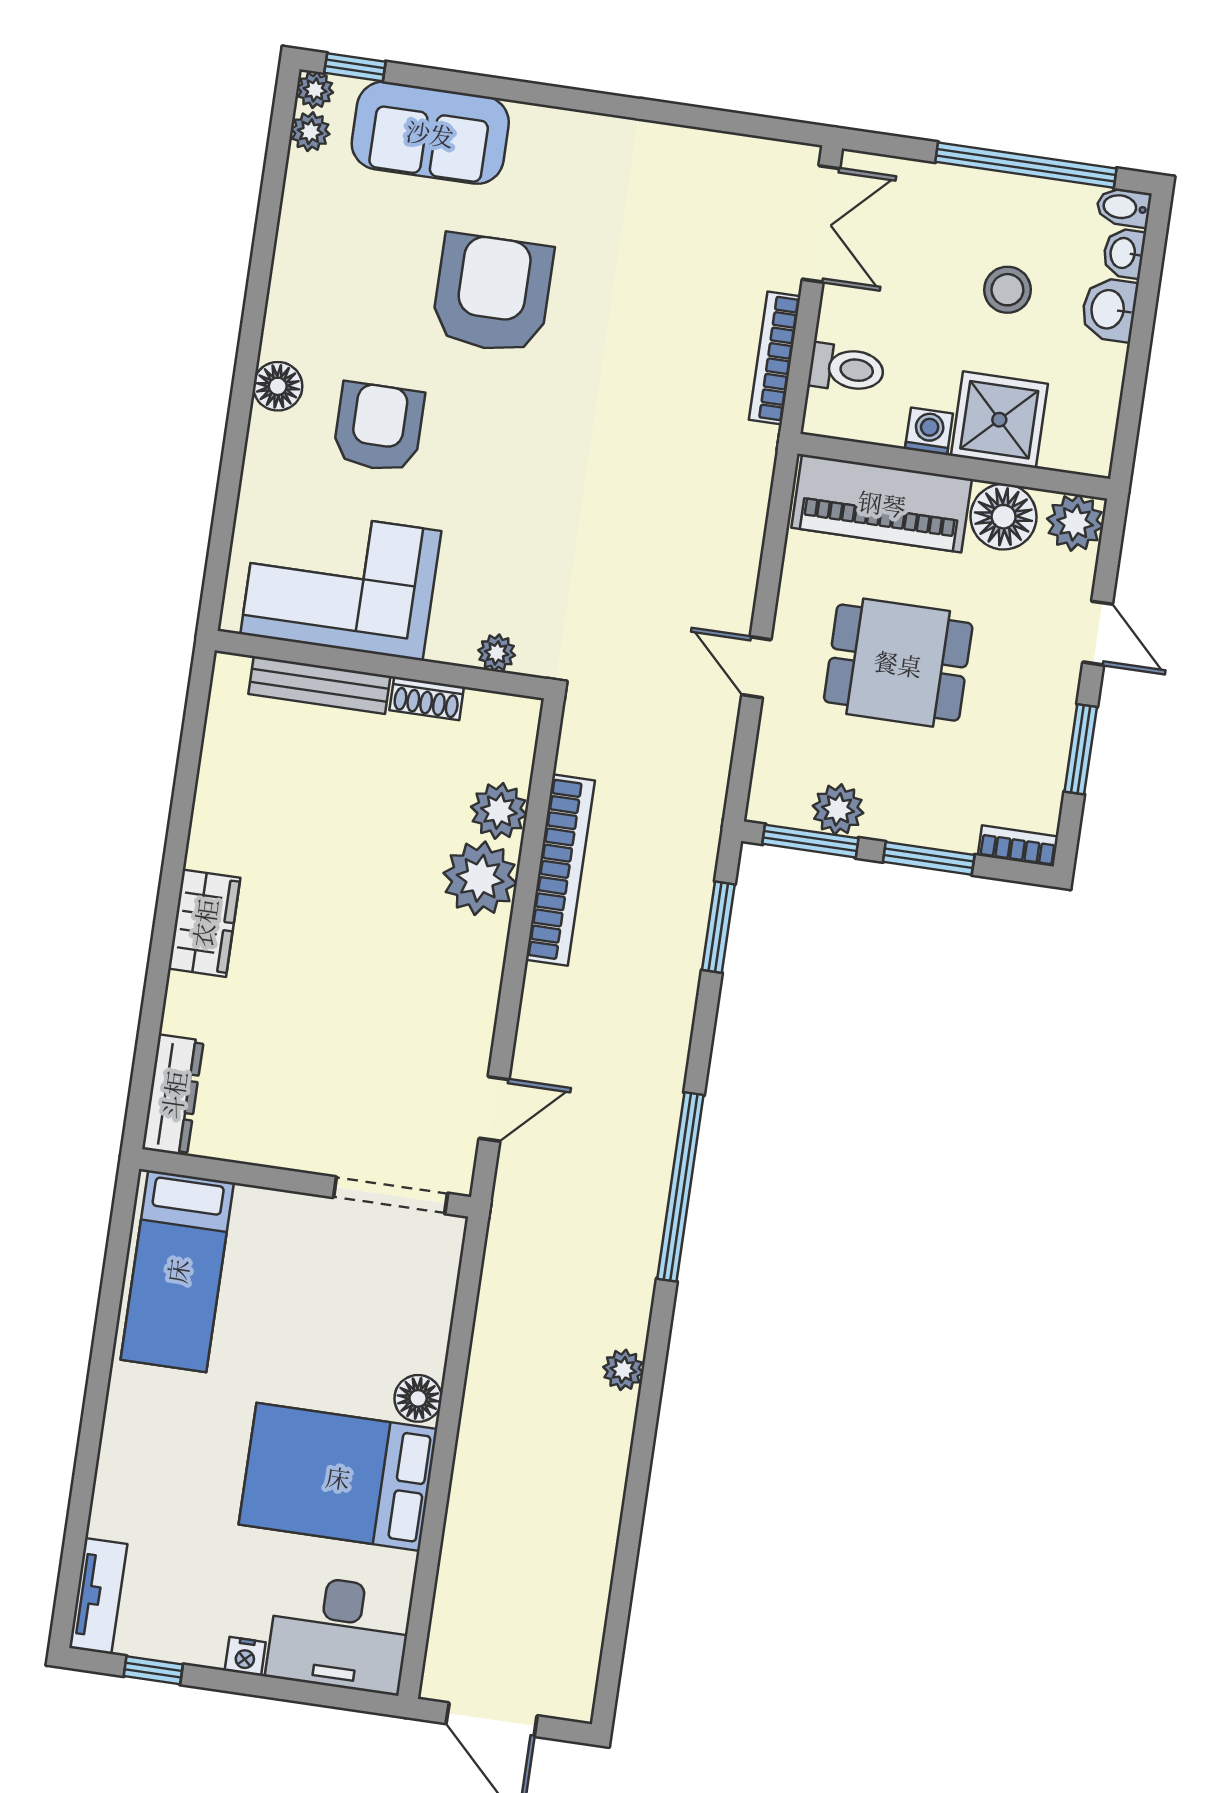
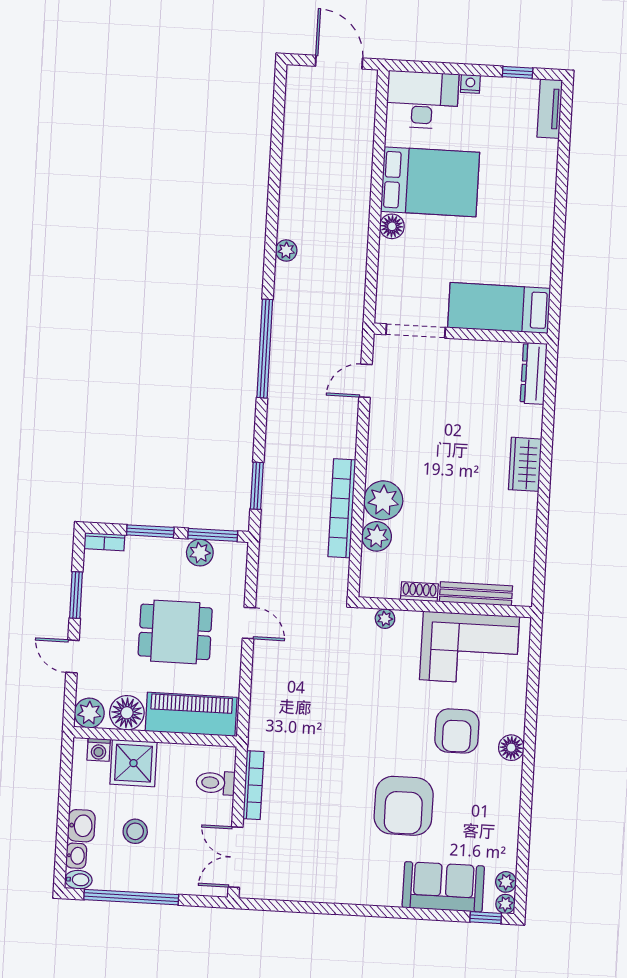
washing machine: (929, 431) -> (99, 750), moved
bed: (177, 1271) -> (499, 308), moved, turned -90

